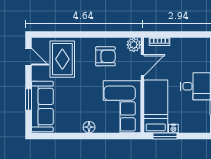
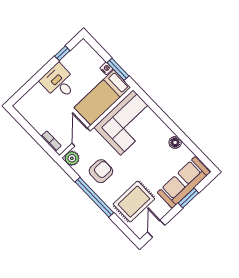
window: (92, 35) -> (94, 197), added
armchair: (105, 56) -> (101, 171), turned 90
door: (142, 65) -> (81, 137), hinge flipped
floor lamp: (89, 127) -> (175, 142), moved

